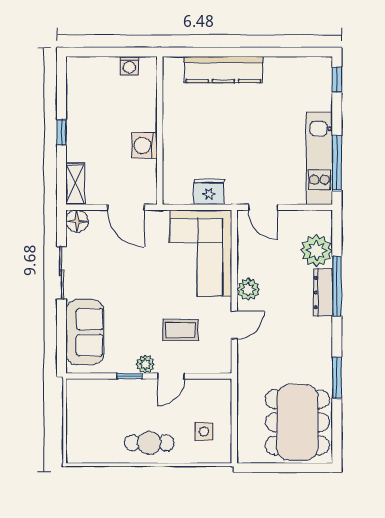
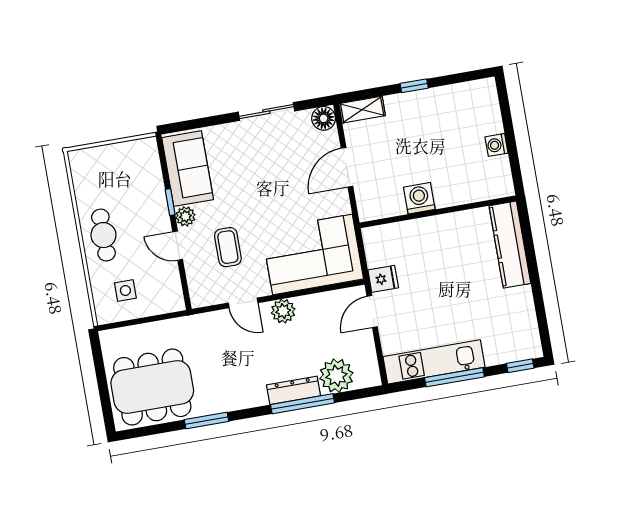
wall: (160, 131) -> (438, 212), moved
washing machine: (144, 146) -> (419, 198), moved
window: (337, 163) -> (454, 377), moved
fridge: (209, 192) -> (383, 279), moved, width x0.72
sofa: (85, 332) -> (188, 169), moved, turned -90

